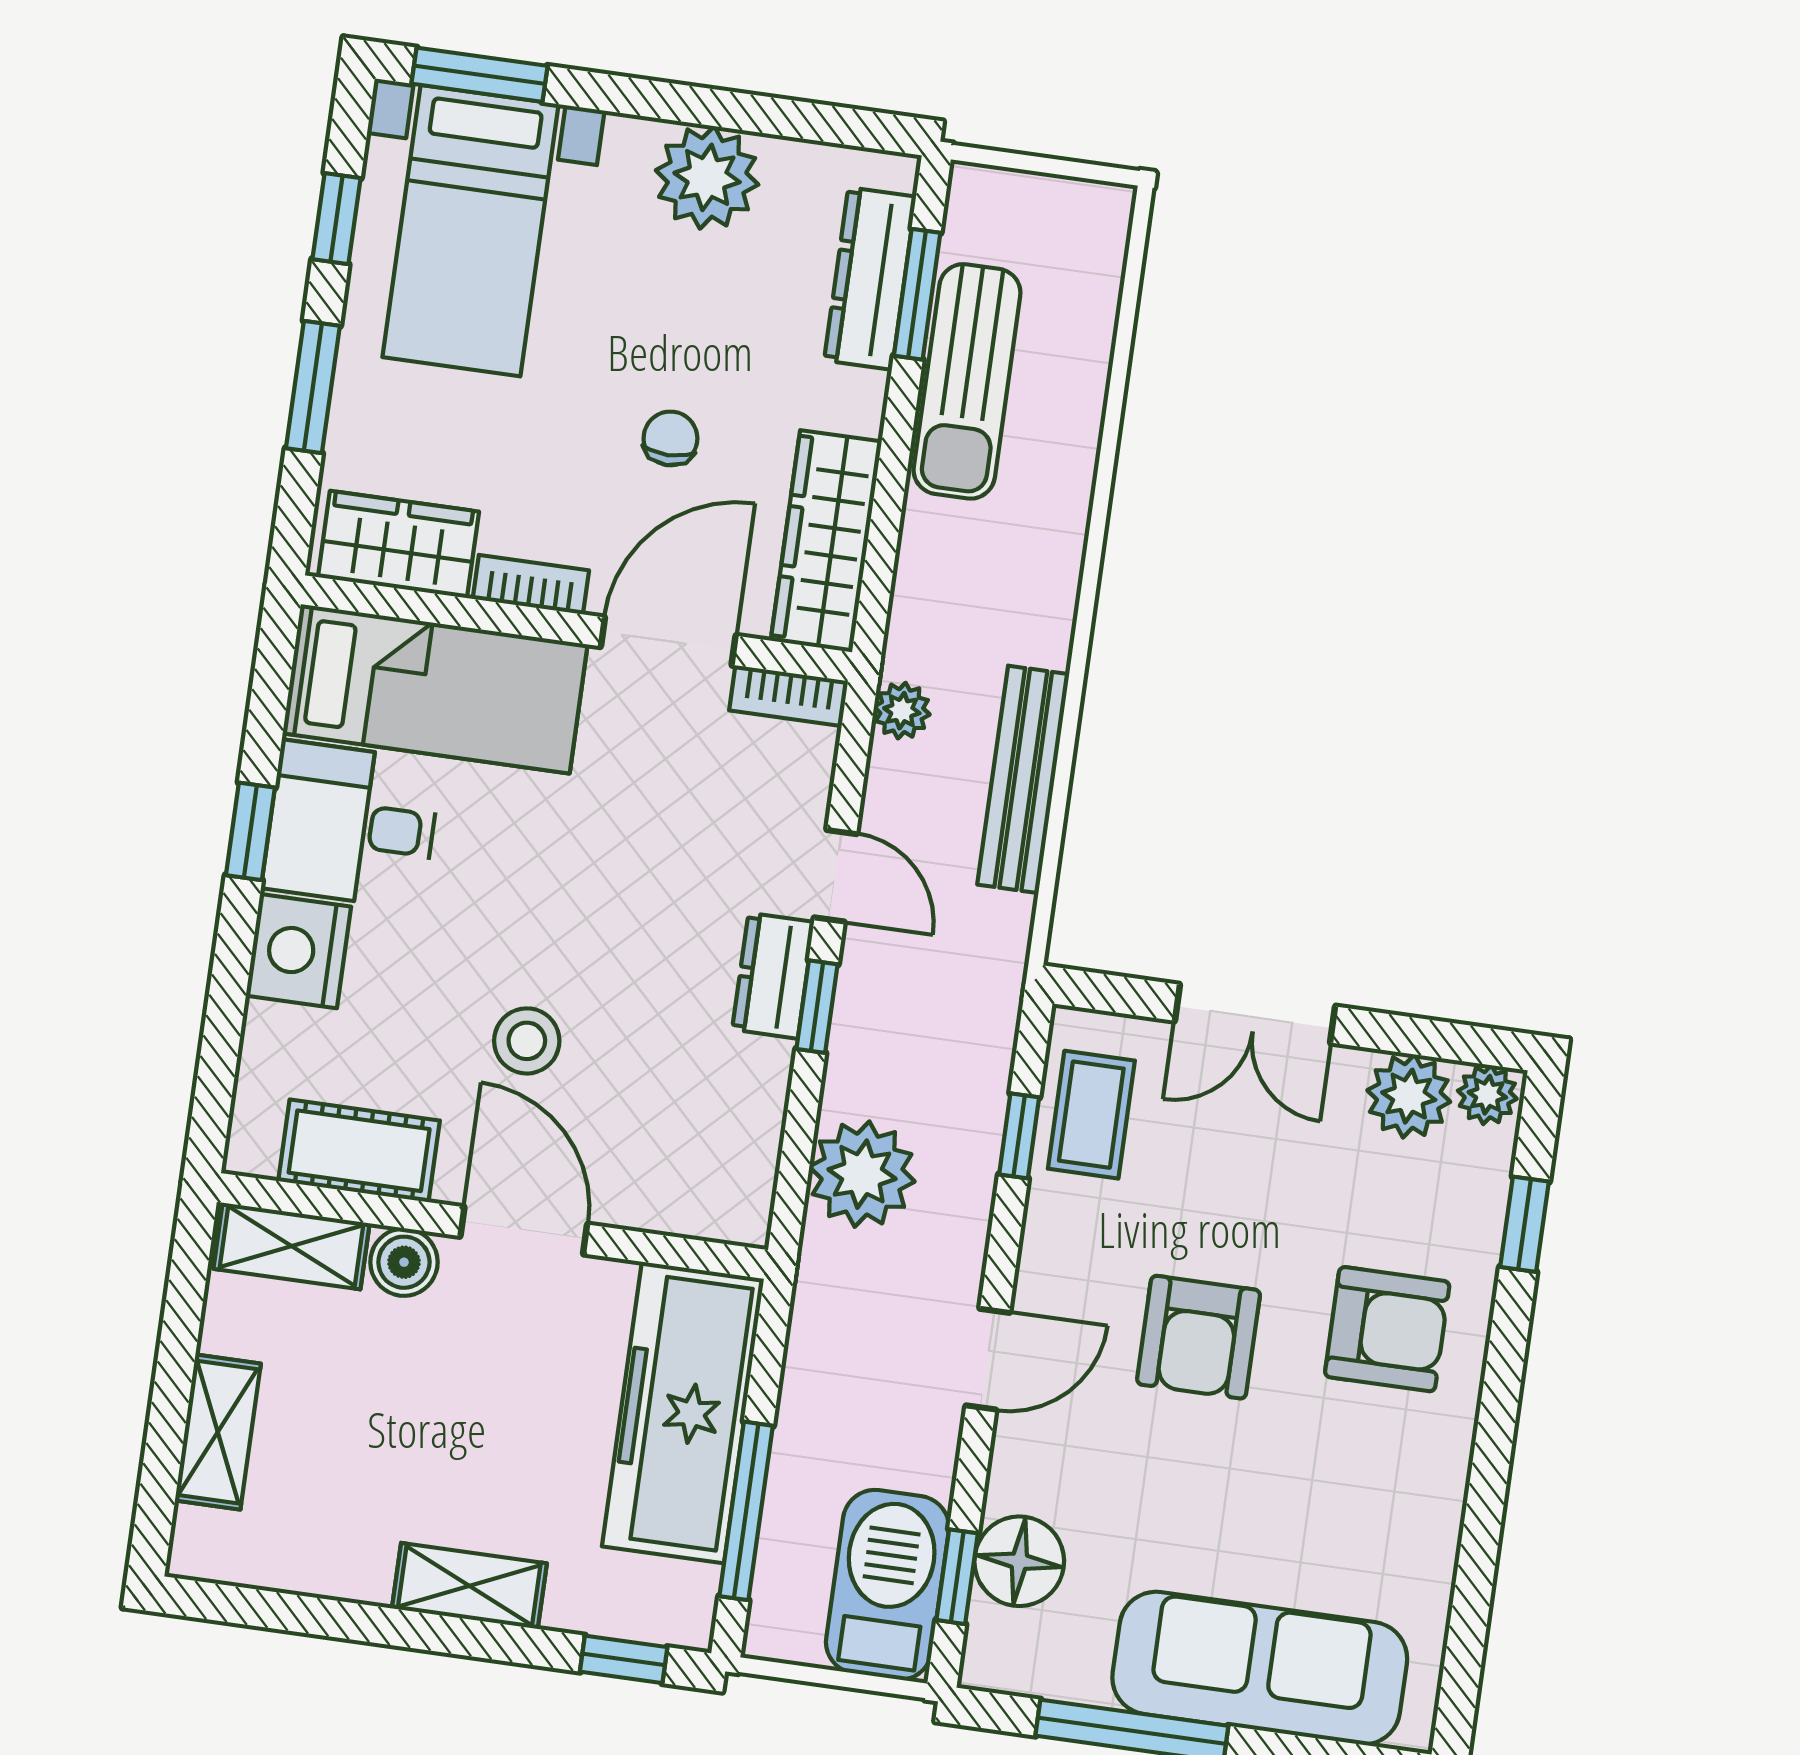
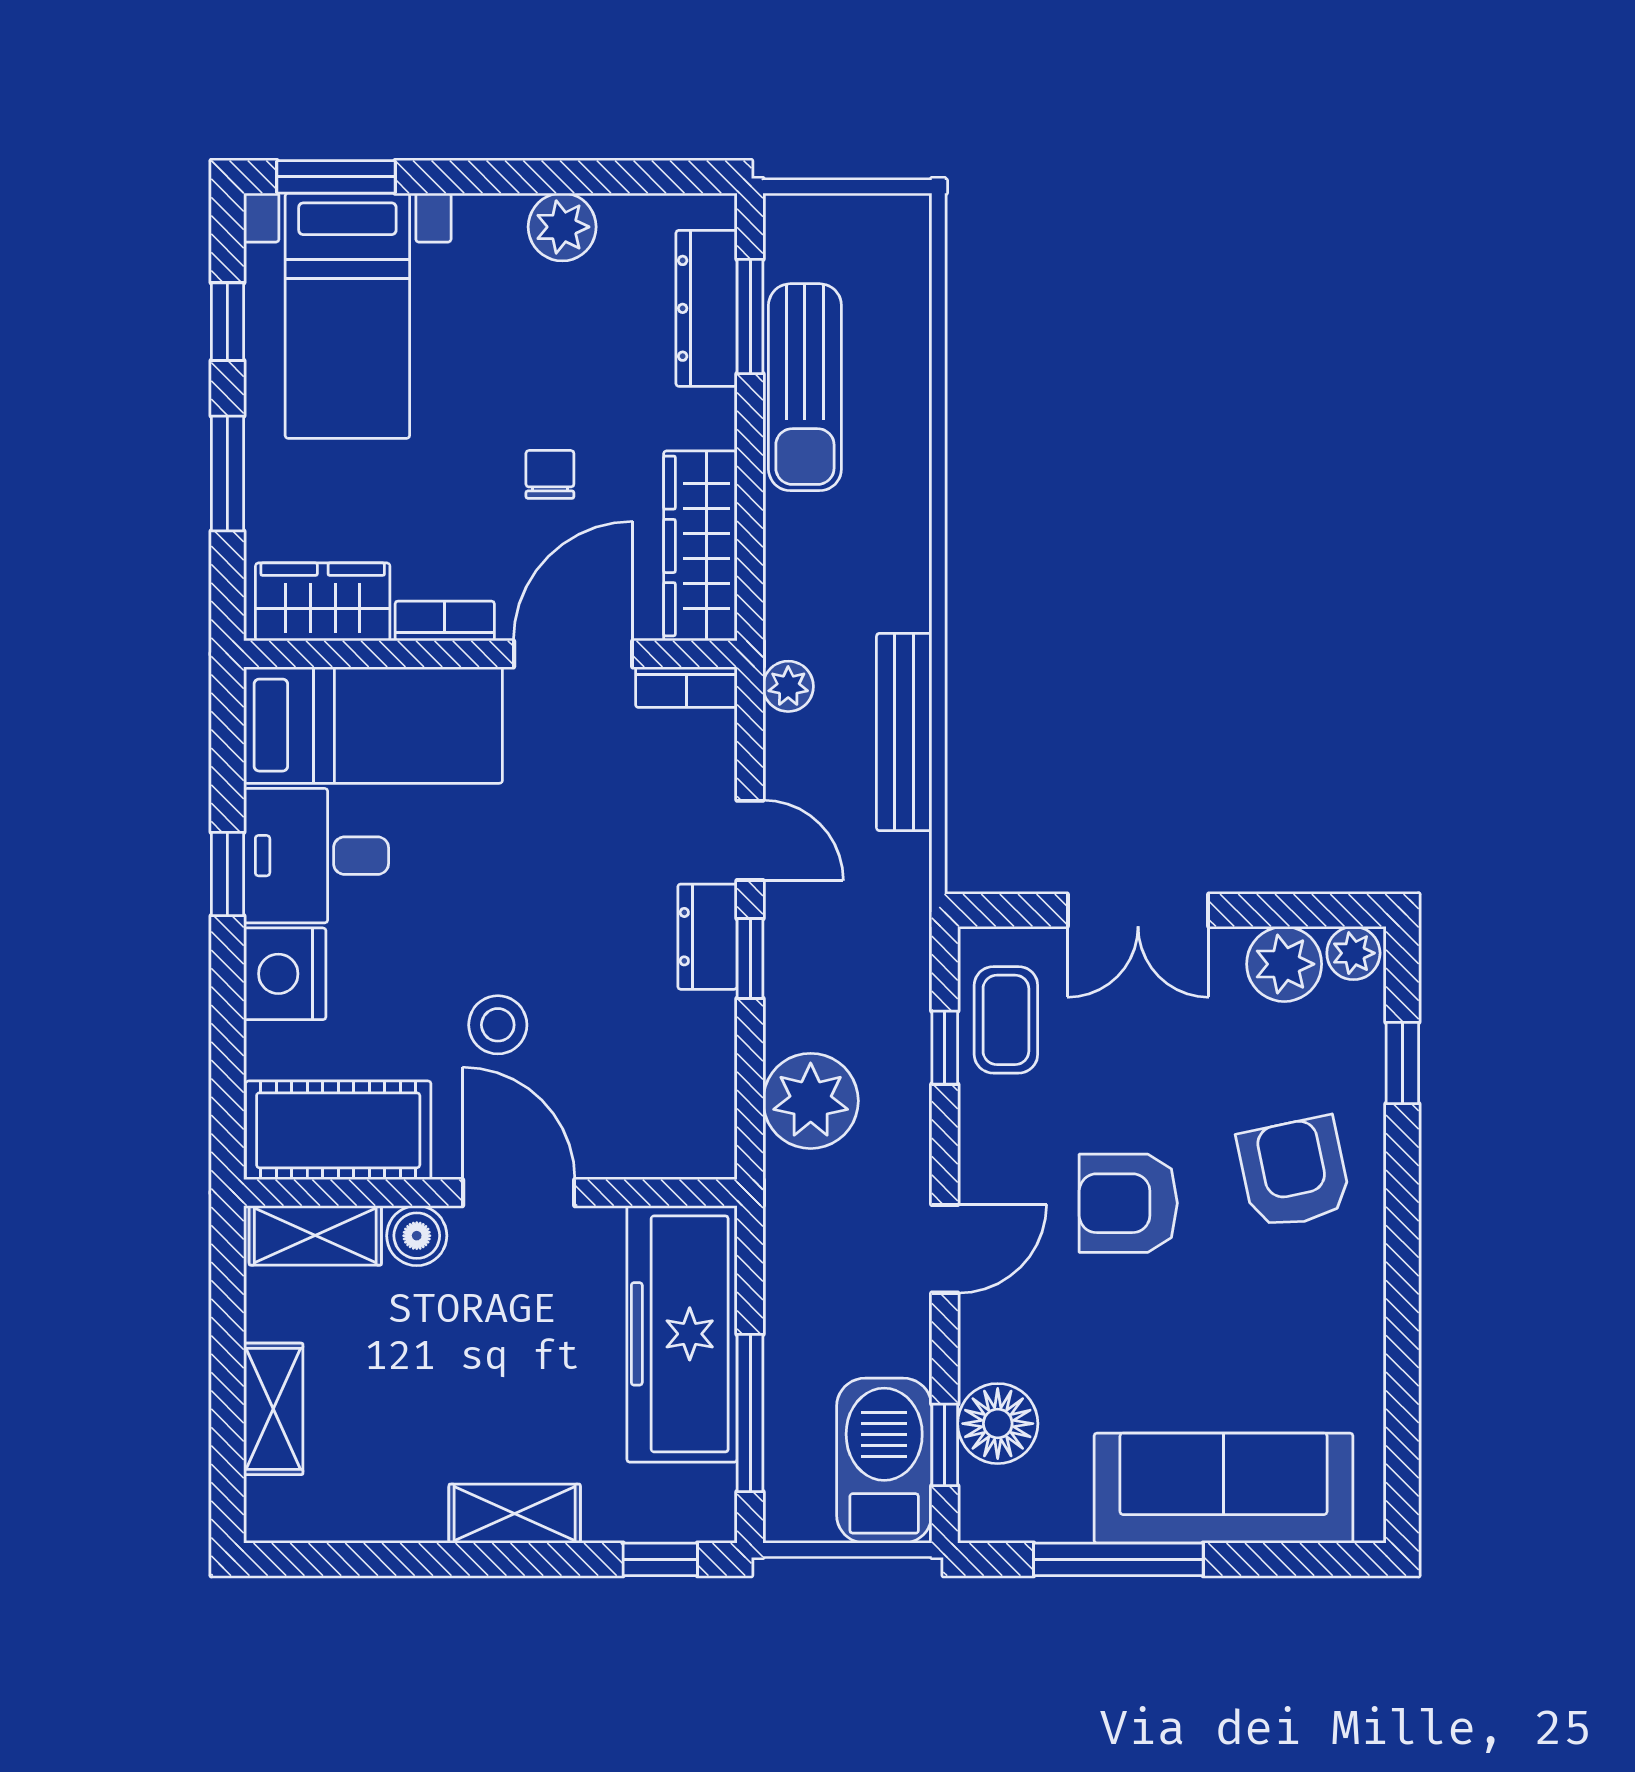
plant: (707, 177) -> (562, 227), width x0.73, depth x0.73
cot: (359, 1151) -> (338, 1130), width x1.37, depth x1.34
armchair: (1387, 1329) -> (1294, 1173), turned -102
armchair: (1199, 1337) -> (1128, 1203), turned 90

